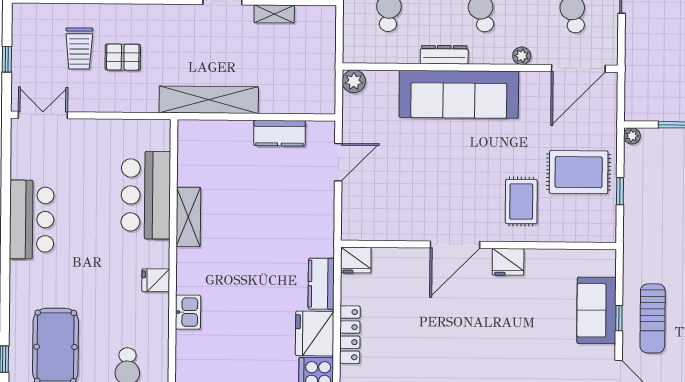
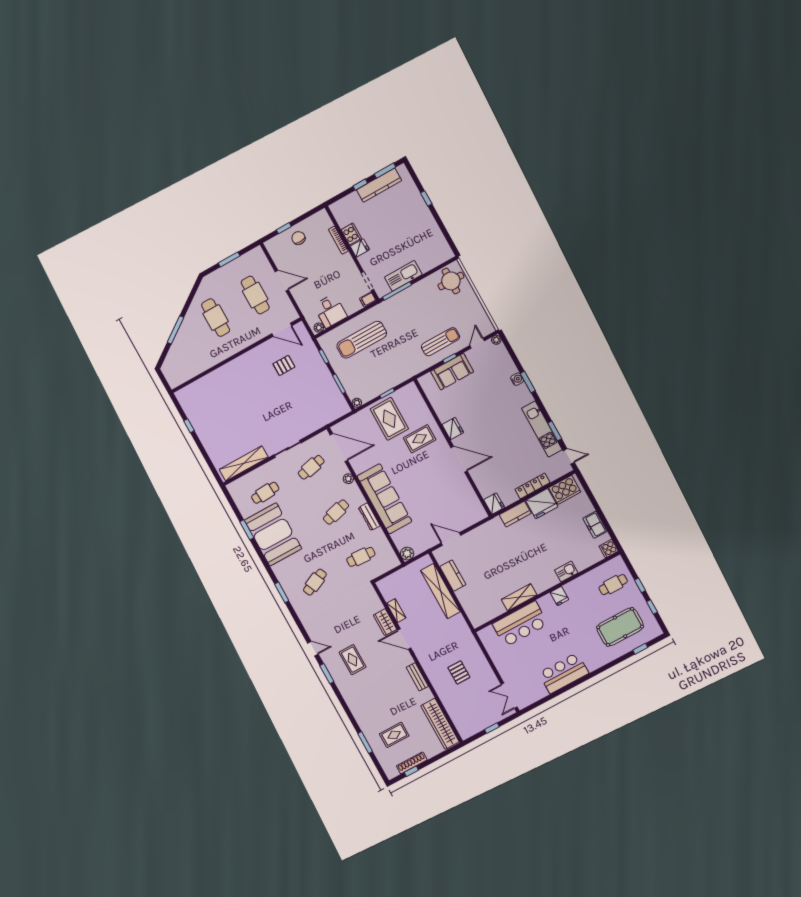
trolley: (79, 48) -> (467, 696), removed
shelving: (209, 100) -> (441, 591), moved

